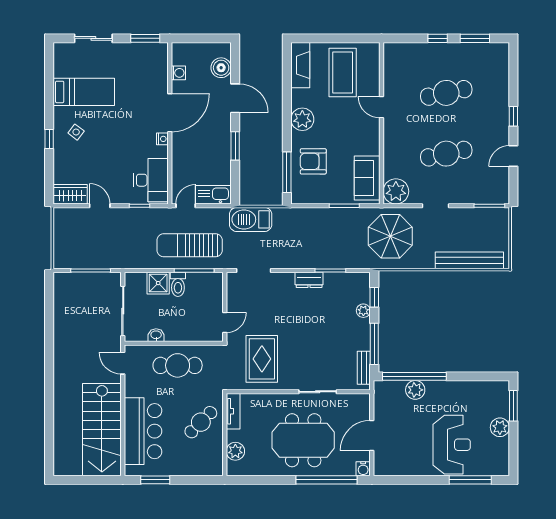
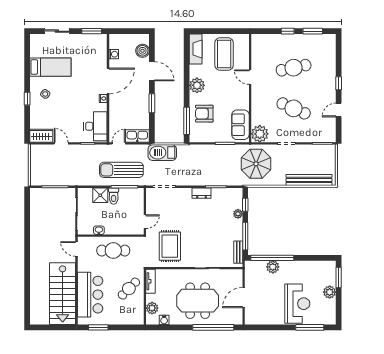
cafe table: (446, 154) -> (294, 108), turned 36
water cooler: (363, 469) -> (164, 320), moved

